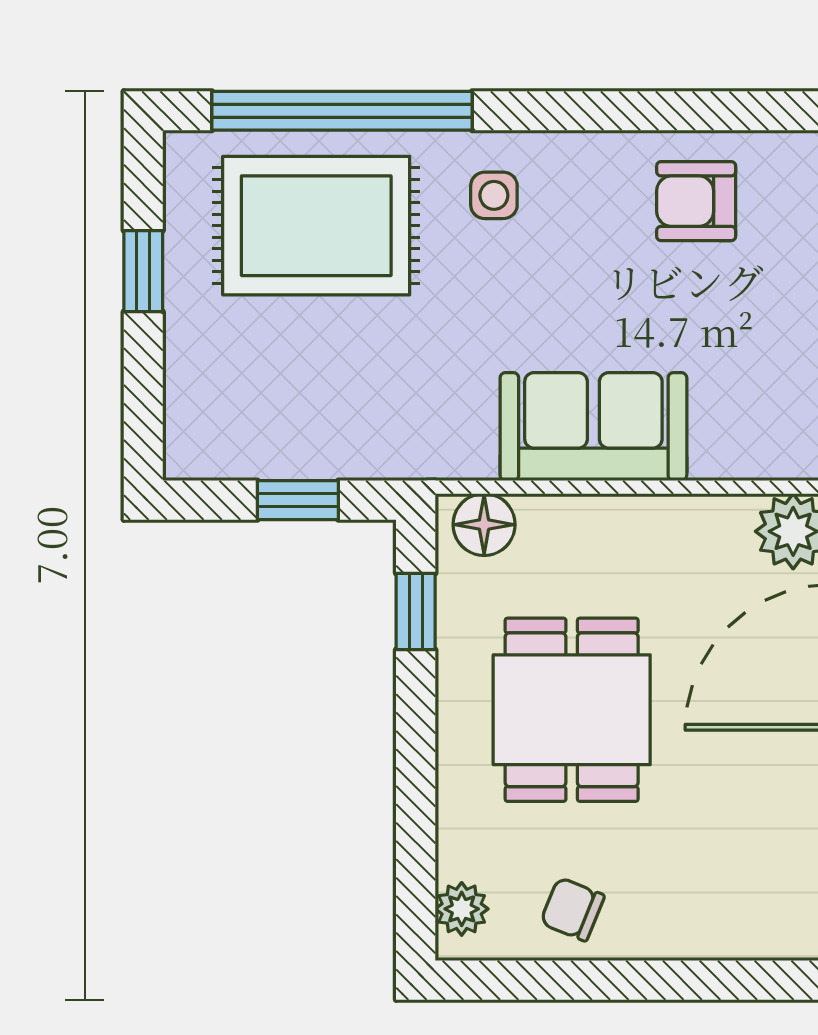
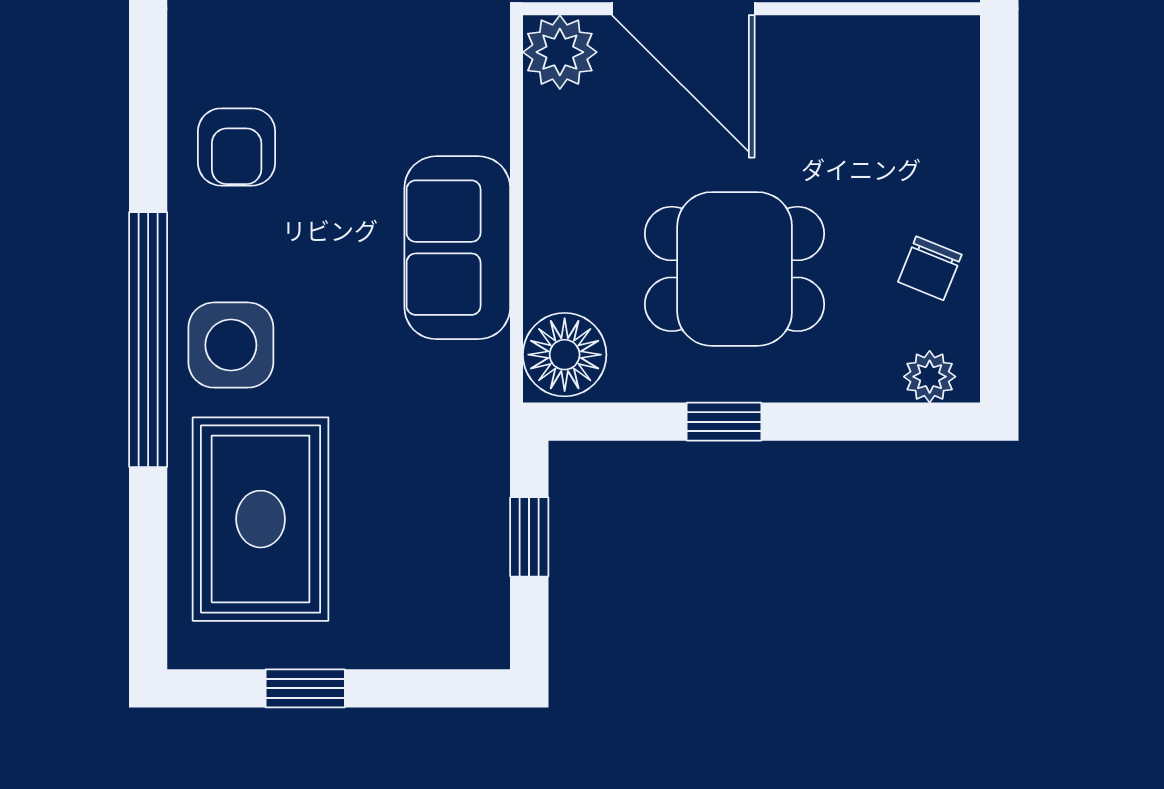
window: (342, 111) -> (148, 340), moved
side table: (494, 195) -> (231, 345), width x1.87, depth x1.87
floor lamp: (484, 525) -> (565, 355), width x1.38, depth x1.38
window: (416, 612) -> (724, 422), moved

